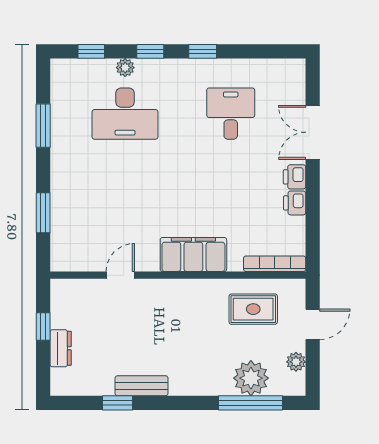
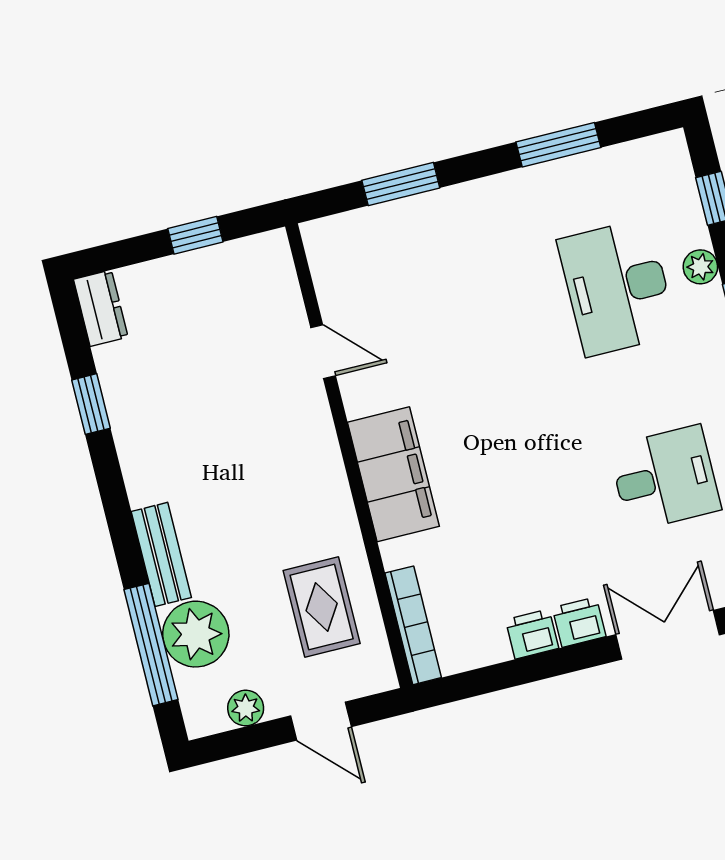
dresser: (61, 348) -> (101, 308), moved, turned -90
bench: (142, 386) -> (161, 554), moved

